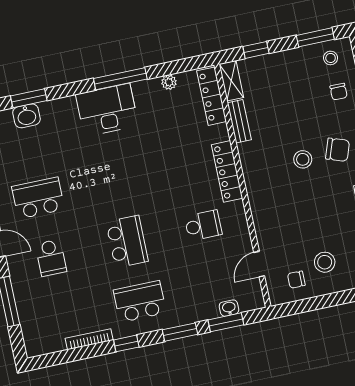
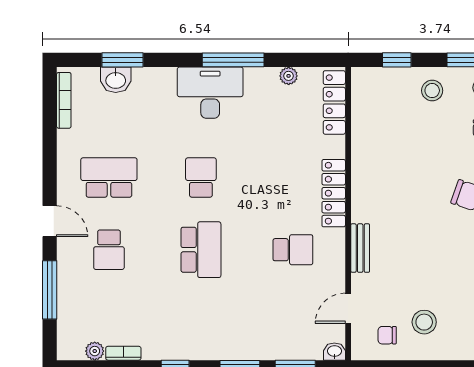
shelving: (231, 81) -> (361, 89), removed
bench: (239, 121) -> (360, 248), moved
stool: (303, 159) -> (432, 91), moved
school desk: (140, 301) -> (201, 177), moved, width x0.54
washbasin: (229, 308) -> (334, 352), moved
bookcase: (89, 339) -> (123, 353), width x0.64
plant: (57, 344) -> (95, 351), added

